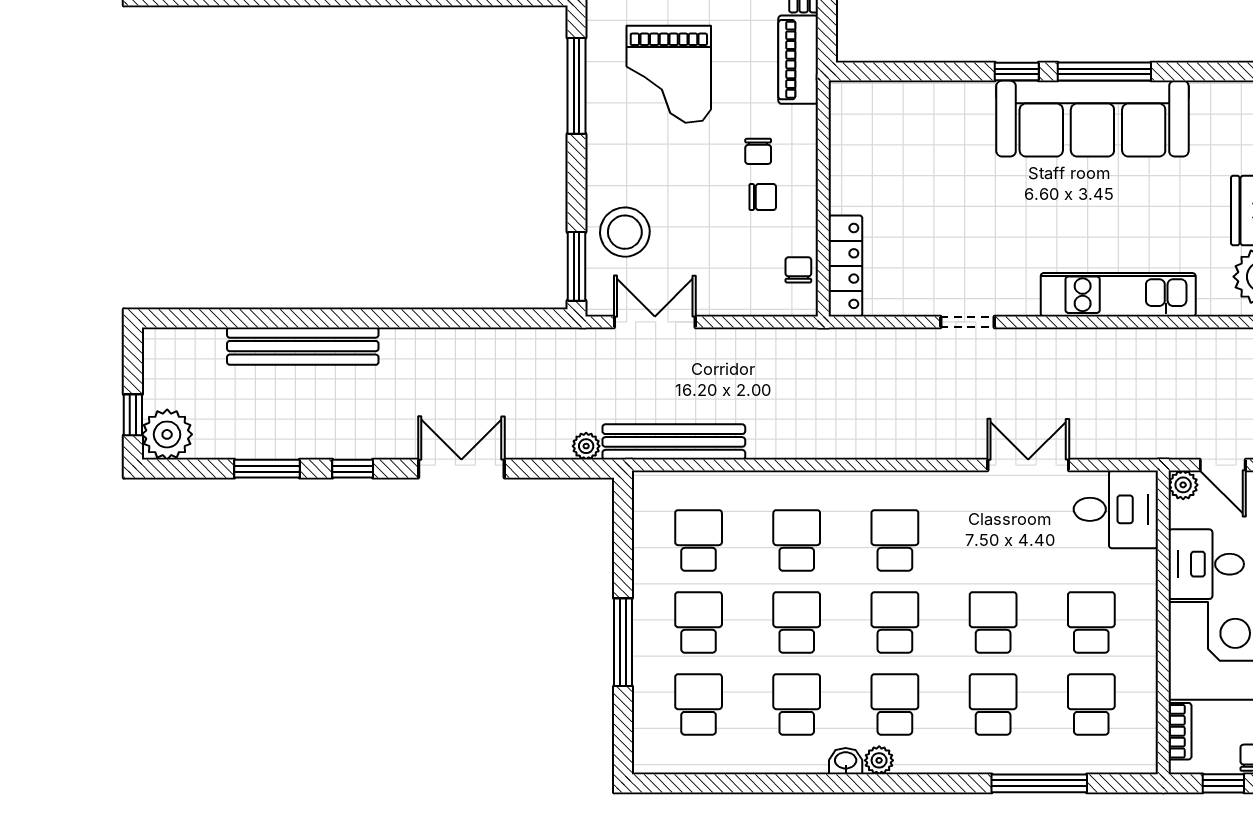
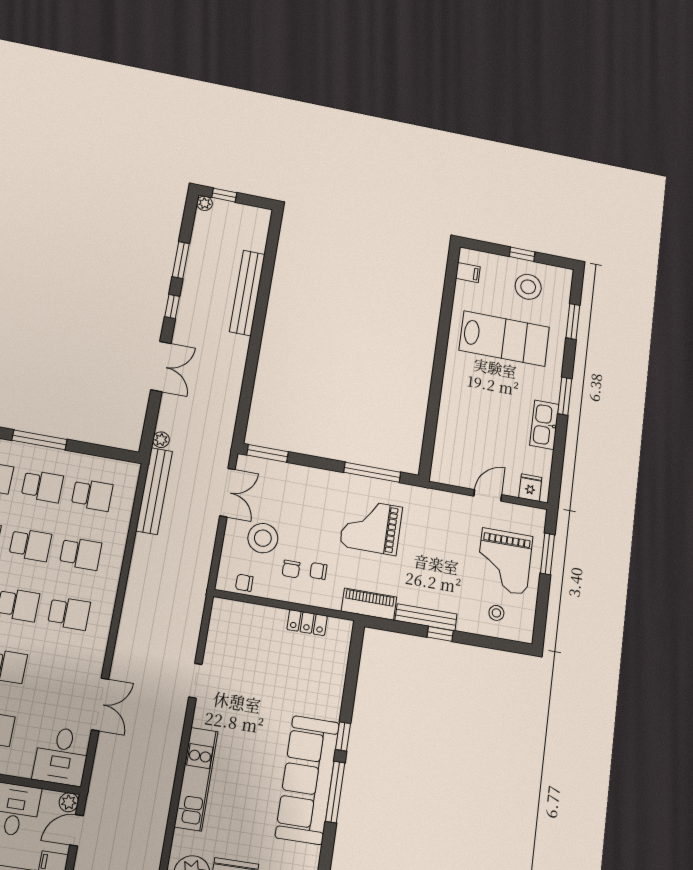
stool: (625, 232) -> (263, 538), moved
locker: (845, 266) -> (307, 623), moved, width x0.66
chair: (798, 270) -> (244, 583), turned 180
plant: (167, 434) -> (205, 203), width x0.53, depth x0.53

